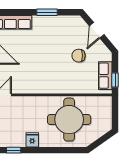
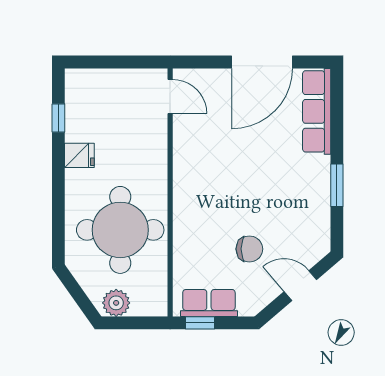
chair: (79, 56) -> (249, 249), turned 90
plant: (105, 122) -> (116, 303), added

